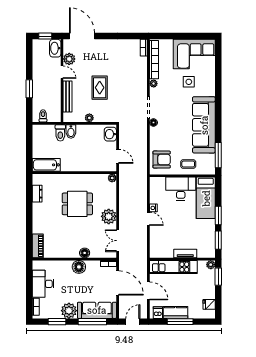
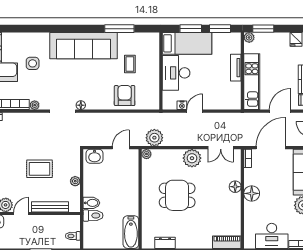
wall: (182, 176) -> (161, 71), moved
plant: (126, 185) -> (154, 138), added
desk: (181, 189) -> (176, 73), moved
bed: (206, 198) -> (187, 43), moved
dining table: (77, 204) -> (177, 195), turned 90

